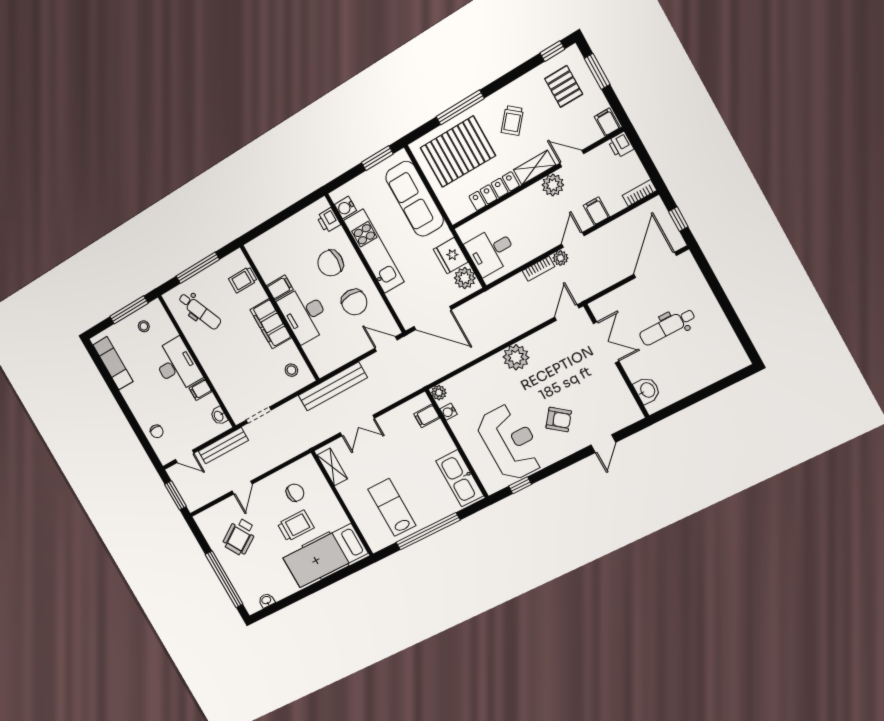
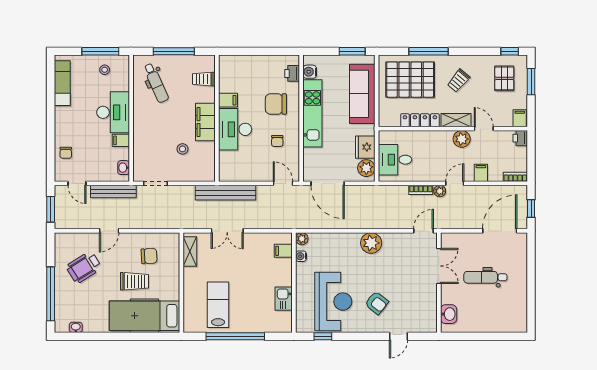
chair: (354, 302) -> (277, 141), width x0.54, depth x0.54
stool: (291, 370) -> (182, 149), moved
kitchen sink: (460, 478) -> (284, 299), width x0.53, depth x0.81

